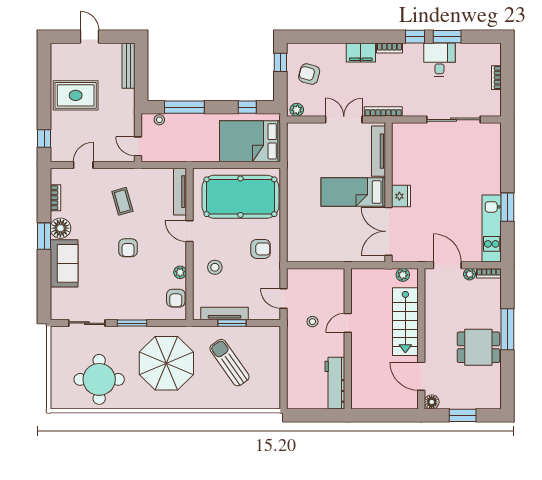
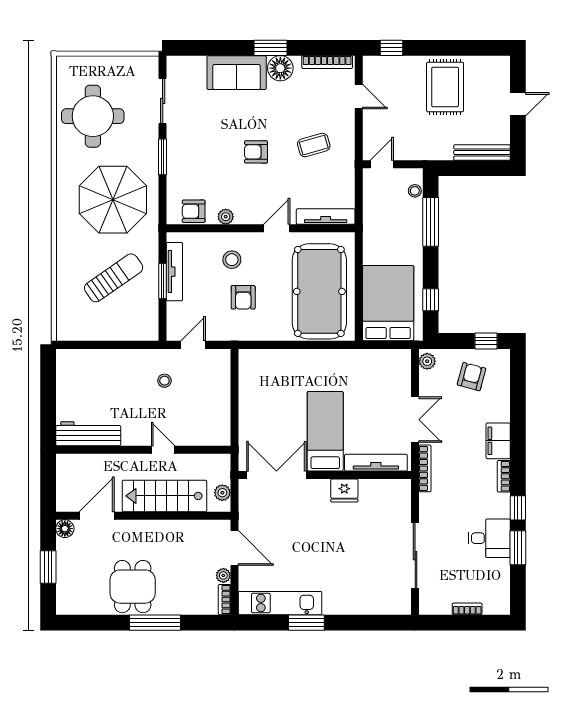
fridge: (401, 196) -> (344, 490), moved
bookcase: (56, 198) -> (327, 62), width x1.56
armchair: (261, 249) -> (243, 297), moved
door: (447, 265) -> (234, 548), hinge flipped
door: (348, 323) -> (163, 450), moved
wall: (348, 339) -> (143, 450), moved
workbench: (335, 383) -> (88, 434), moved

